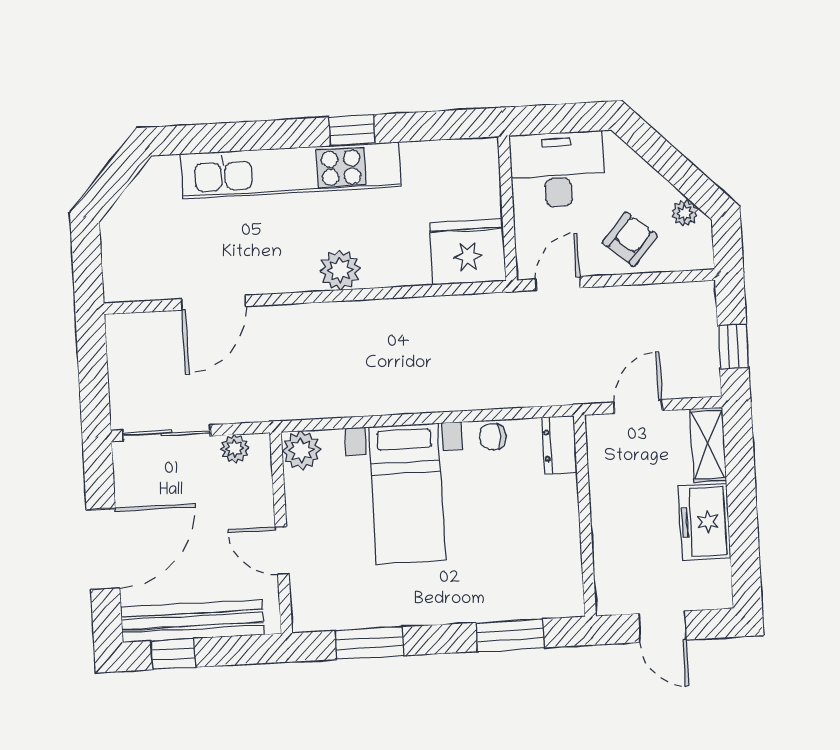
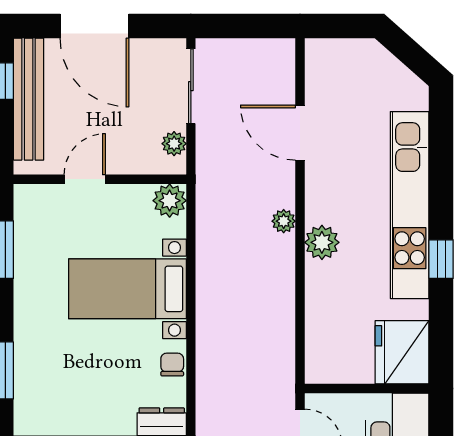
fridge: (468, 252) -> (402, 352), moved, turned 180
plant: (318, 316) -> (284, 221), added

